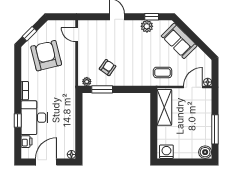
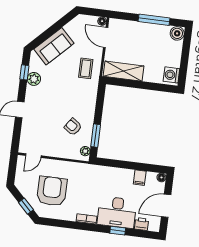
armchair: (46, 56) -> (52, 191), turned 104
filing cabinet: (69, 134) -> (140, 178), added
door: (46, 162) -> (166, 206), hinge flipped

